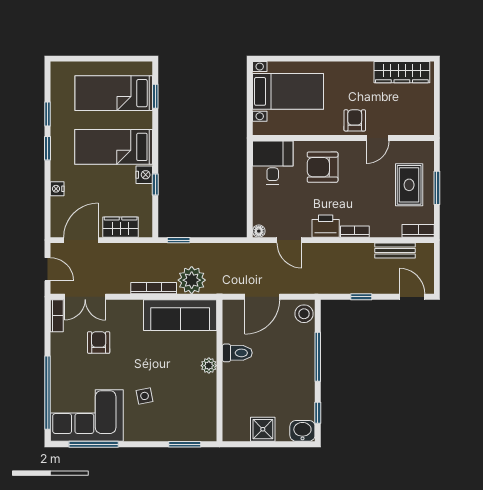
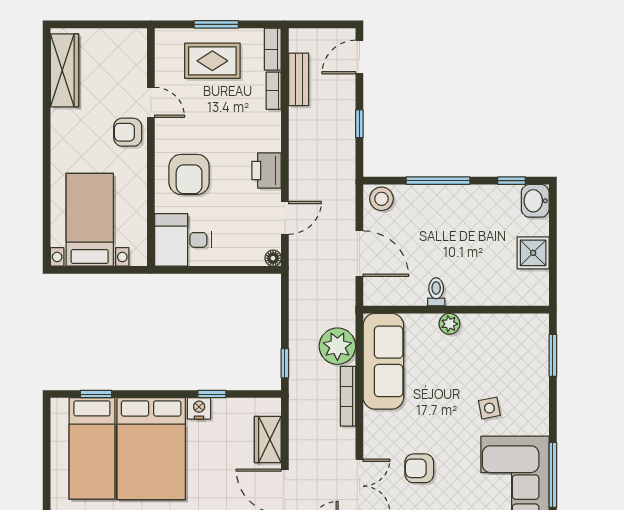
bed: (114, 147) -> (151, 449), width x1.50
bookcase: (355, 232) -> (274, 91), moved
toilet: (237, 353) -> (436, 292), width x0.73, depth x0.72

